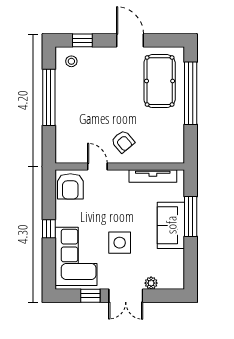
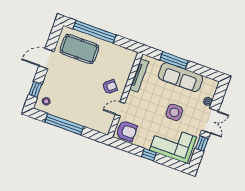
sofa: (171, 225) -> (180, 77), width x1.36

